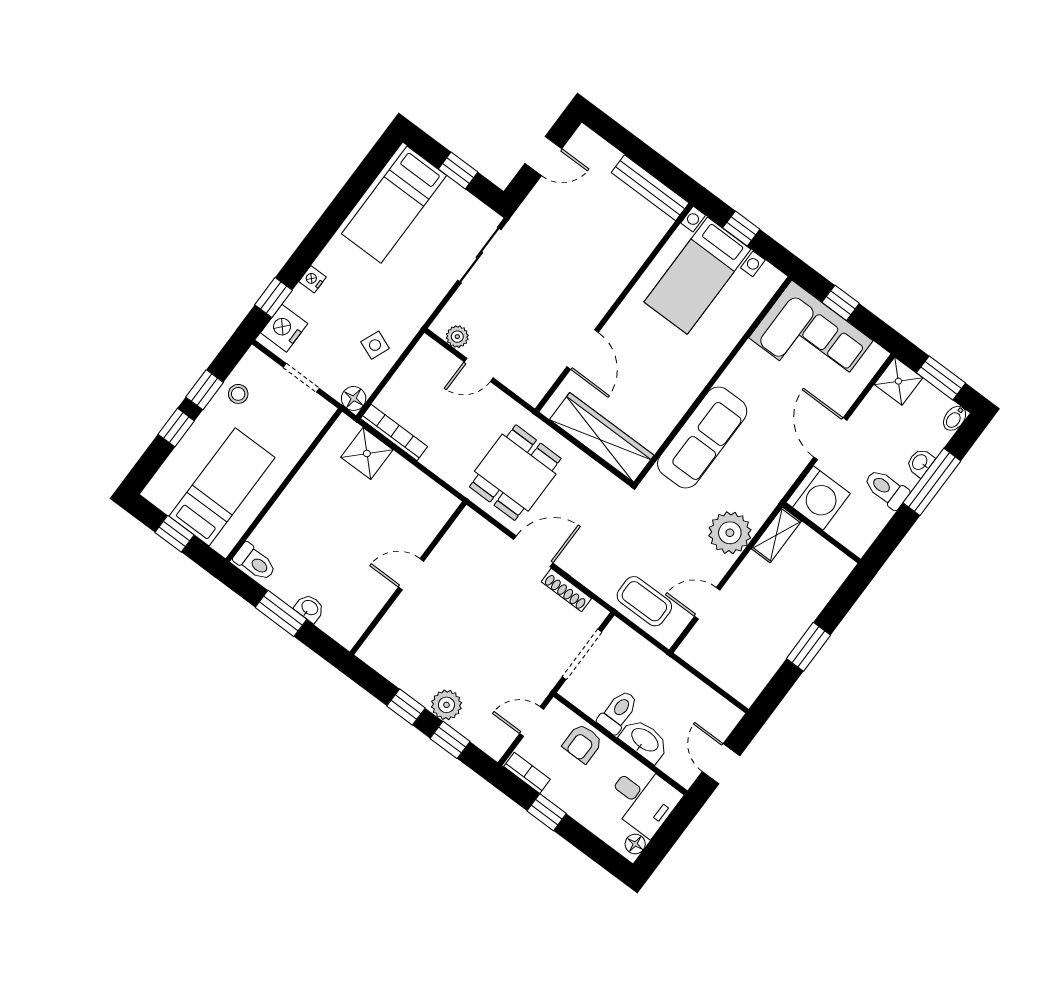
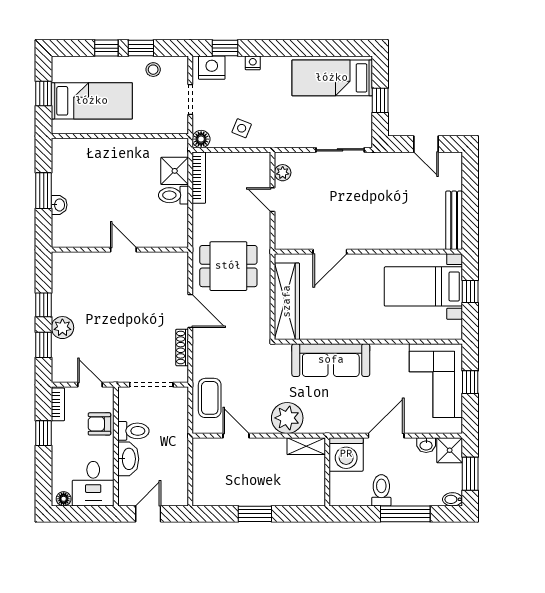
washbasin: (920, 462) -> (426, 445), moved, turned 180
toilet: (255, 562) -> (173, 195), moved, turned 90

